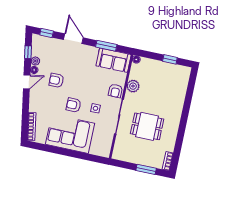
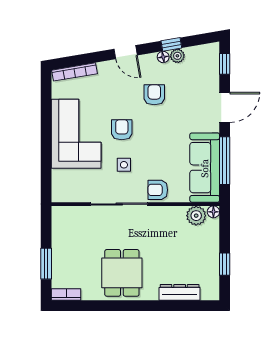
window: (106, 46) -> (225, 161), width x1.44
window: (28, 52) -> (171, 44), moved
sofa: (114, 60) -> (205, 168), width x1.36
door: (27, 82) -> (126, 52), moved
plant: (133, 86) -> (196, 216), moved
dresser: (181, 91) -> (180, 292), added
dining table: (147, 126) -> (122, 273), moved

